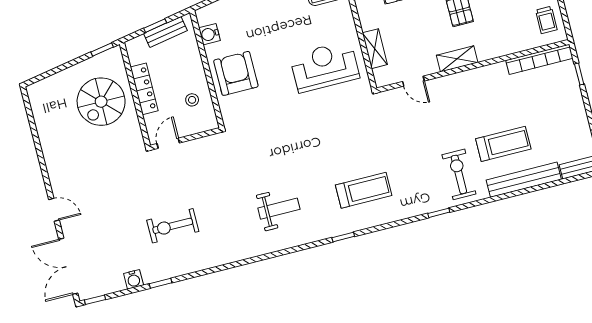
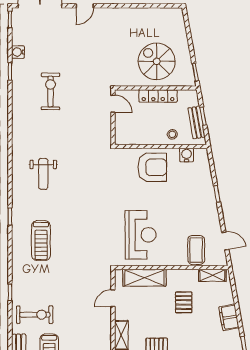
shelving: (375, 49) -> (144, 278), width x1.50, depth x1.33
stool: (192, 100) -> (172, 134), moved

